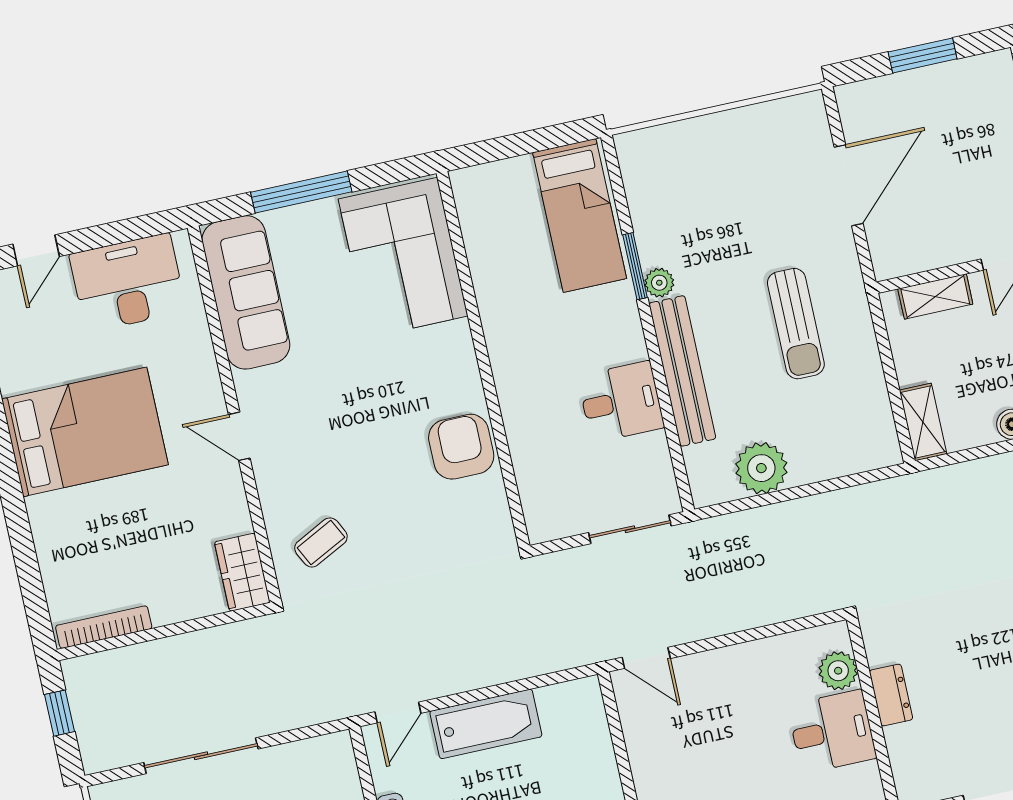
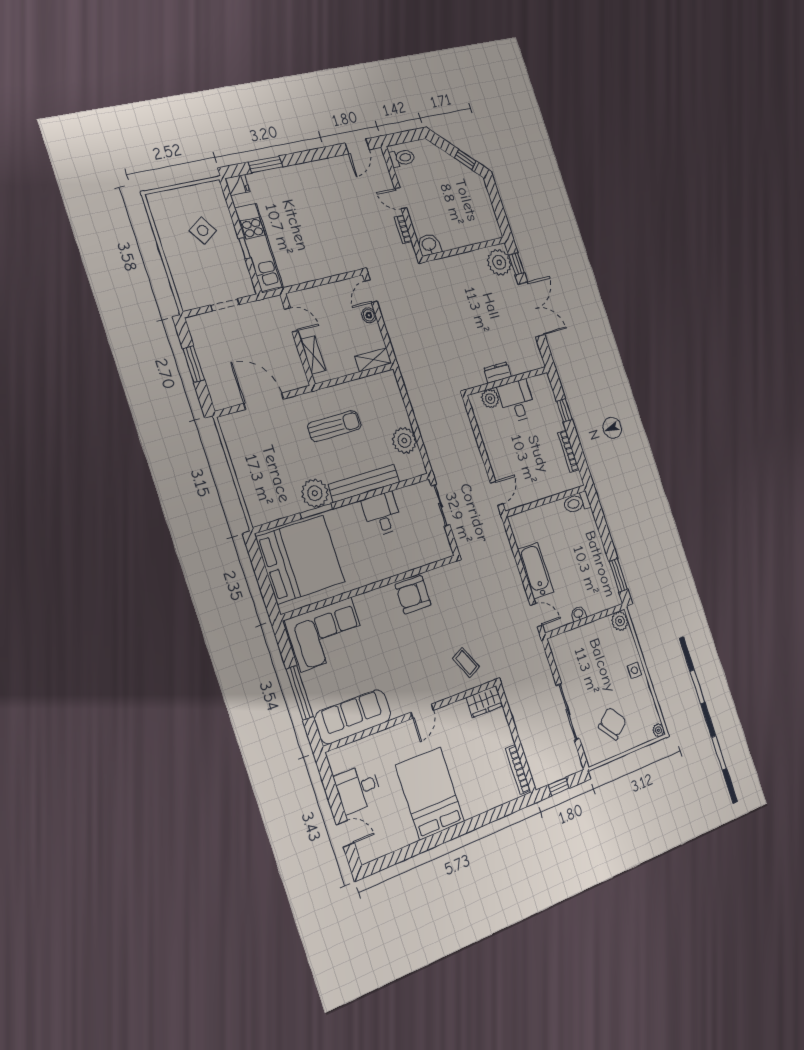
bed: (580, 215) -> (300, 559), width x2.04
desk: (128, 283) -> (358, 788), width x0.73
plant: (659, 283) -> (315, 493), width x1.87, depth x1.87

